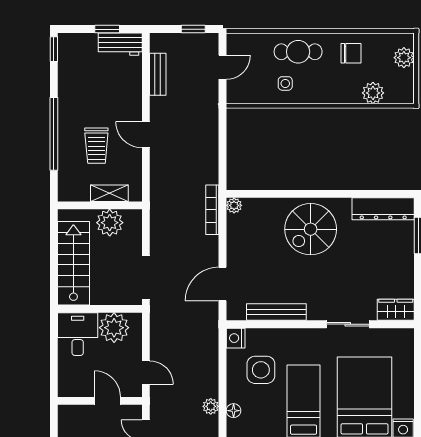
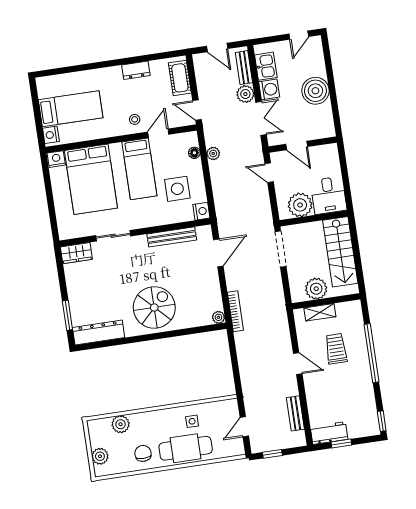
cafe table: (298, 52) -> (186, 448), width x1.37, depth x1.35
chair: (351, 53) -> (143, 453), turned 90

